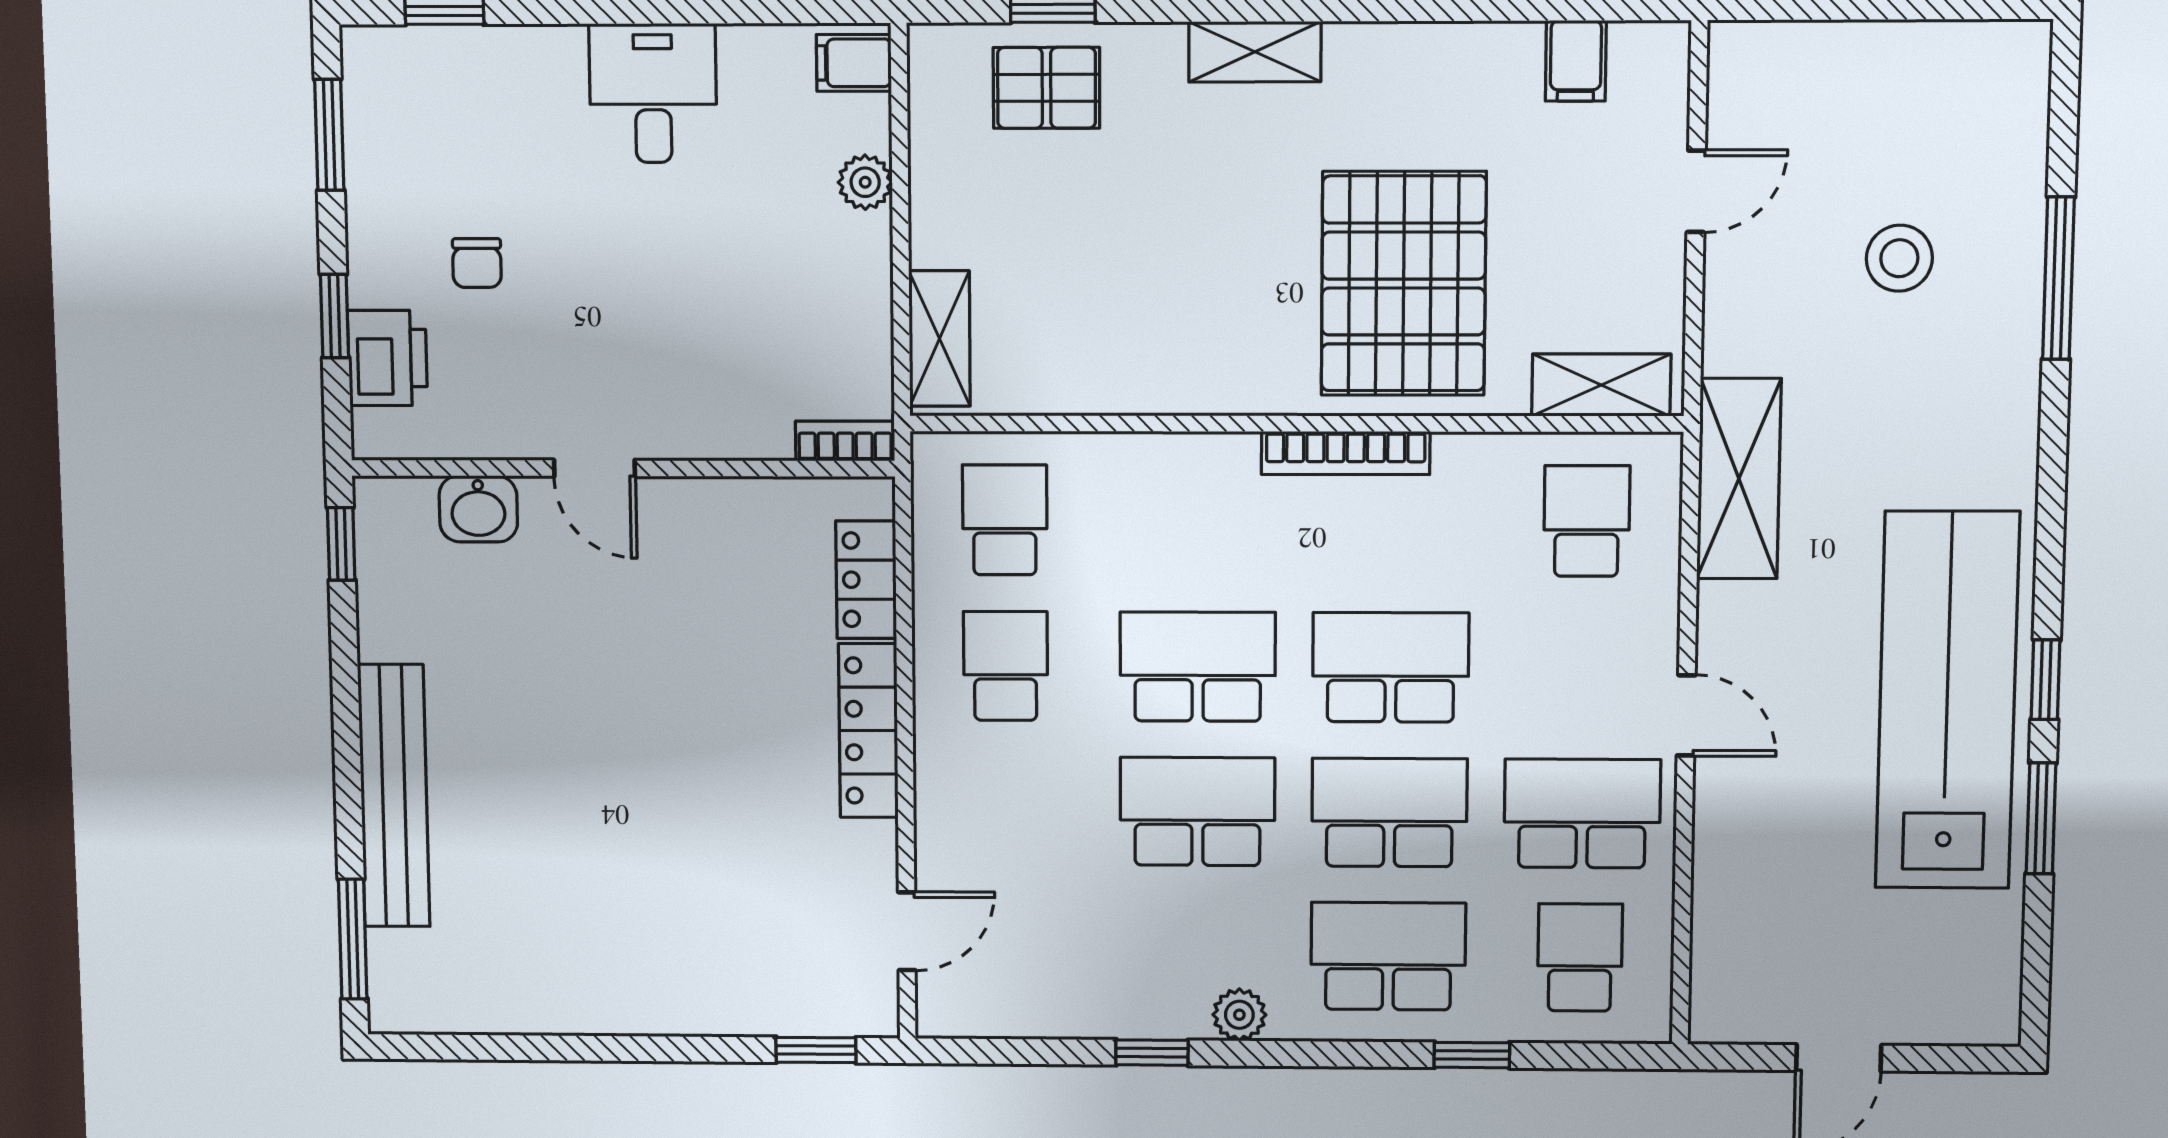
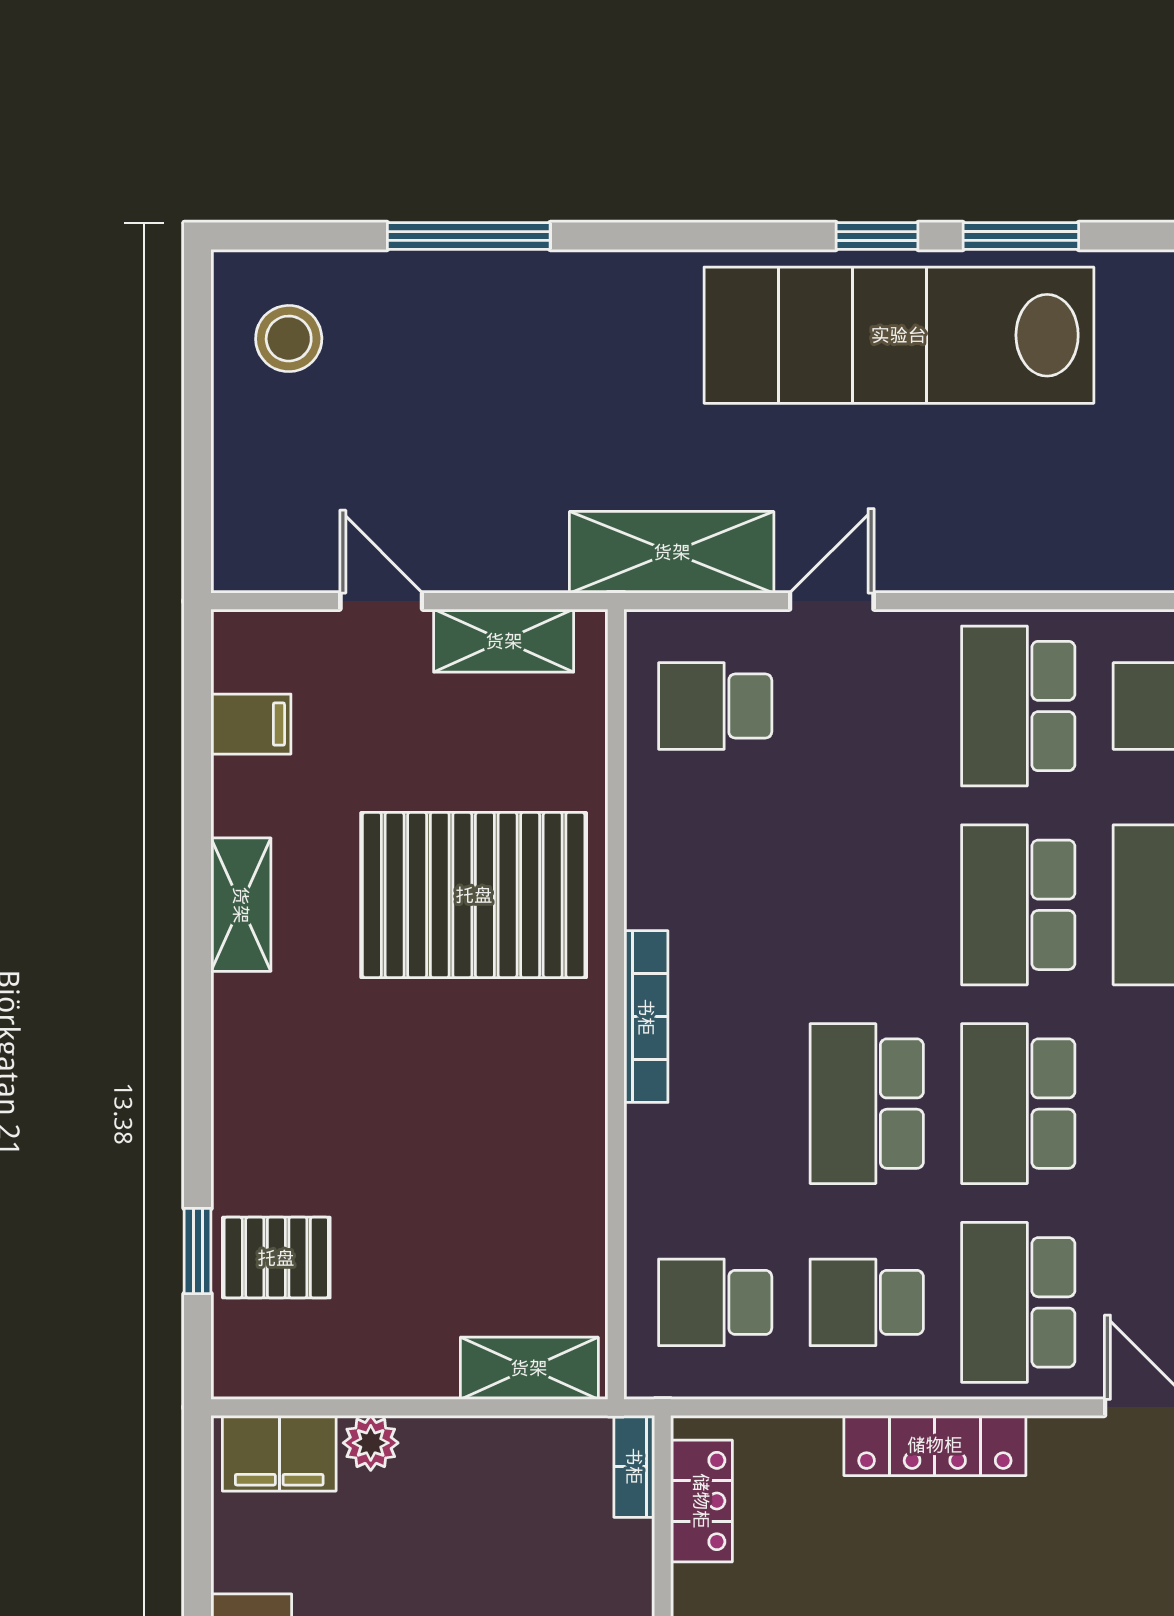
shelving: (1255, 52) -> (241, 905), moved
filing cabinet: (854, 63) -> (279, 1453), width x2.00
pallet: (1047, 88) -> (276, 1258), turned 90
stool: (1899, 258) -> (289, 339), moved
shelving: (1601, 385) -> (504, 641), moved, turned 90
bookcase: (1346, 453) -> (646, 1017), moved
locker: (866, 580) -> (701, 1501), moved, turned -90
school desk: (1391, 667) -> (1018, 1302), moved
door: (1686, 715) -> (832, 601), moved

